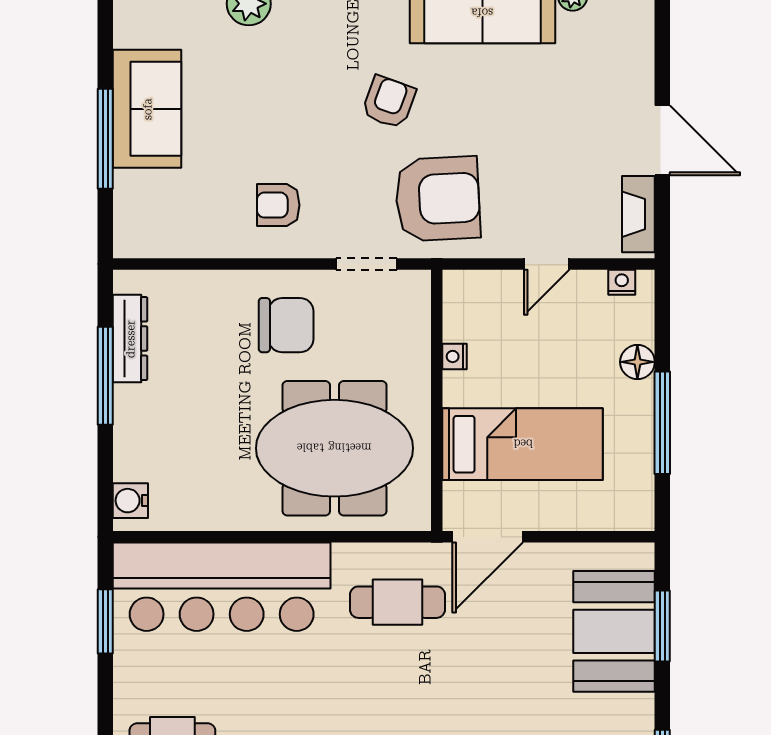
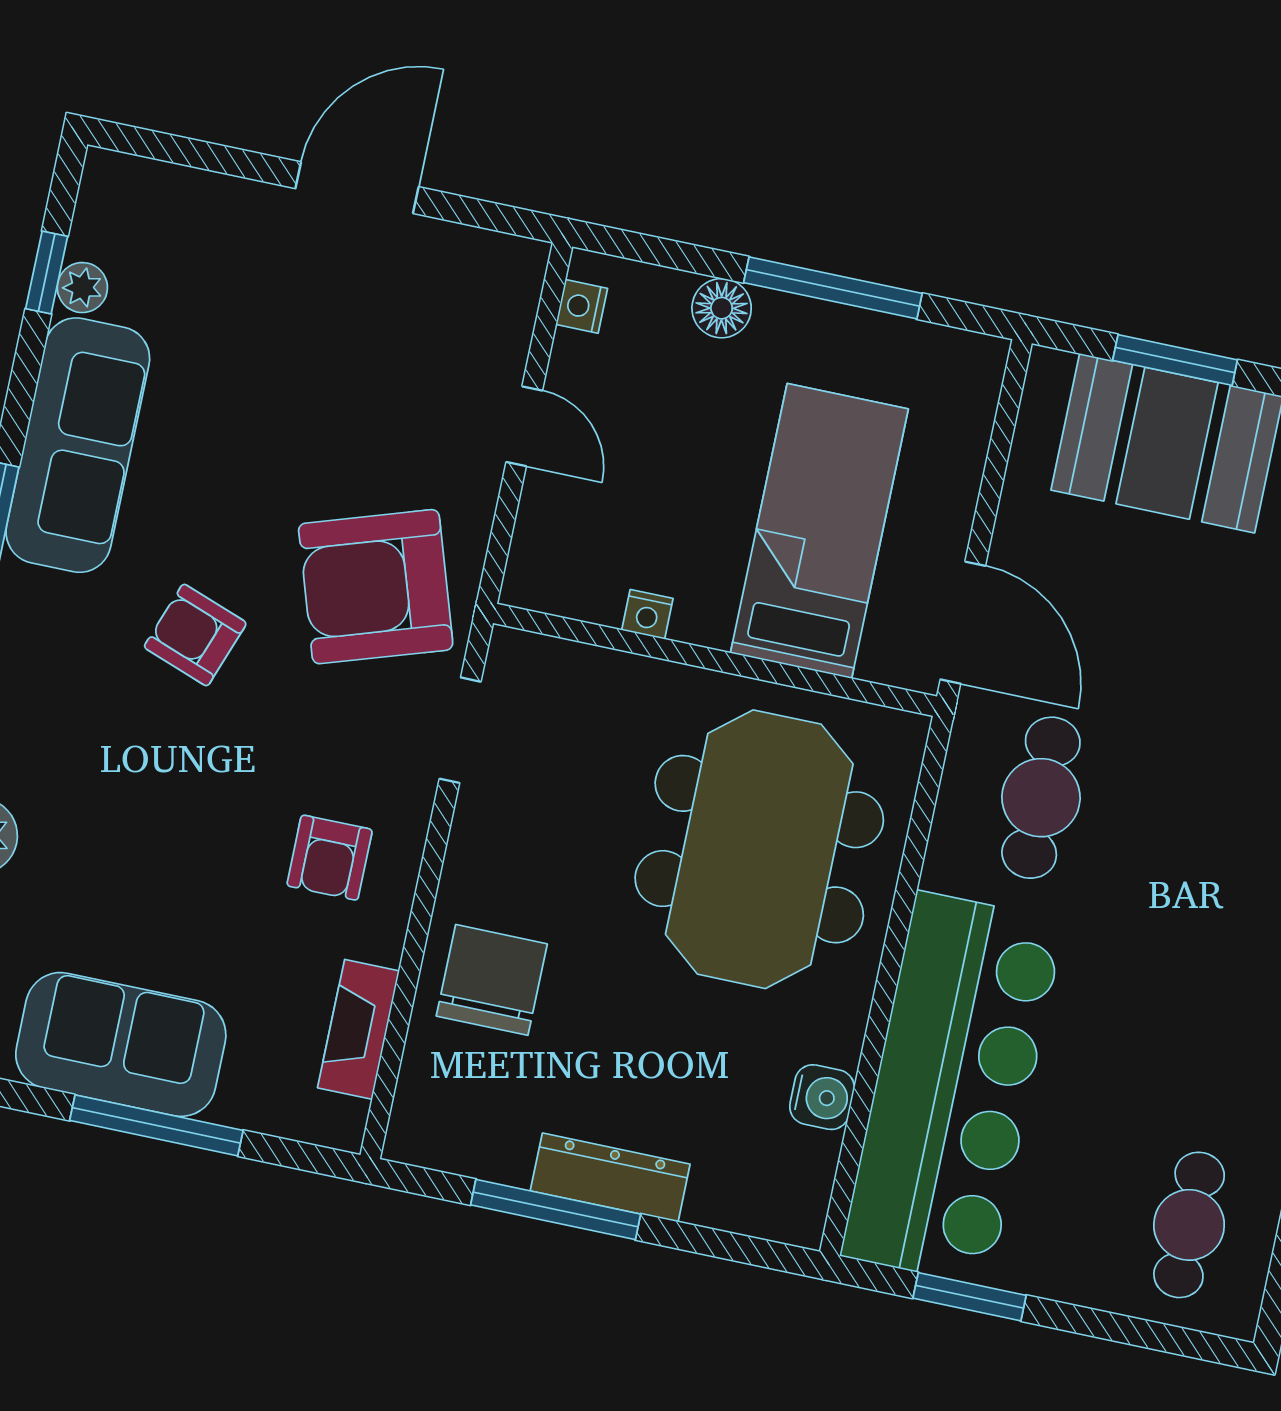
armchair: (438, 199) -> (376, 587), turned -105
fireplace: (638, 214) -> (358, 1029), moved, turned 90
chair: (286, 325) -> (492, 980), moved
dresser: (130, 339) -> (610, 1177), moved
water cooler: (130, 501) -> (822, 1097), moved, turned -90

